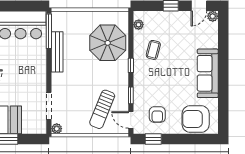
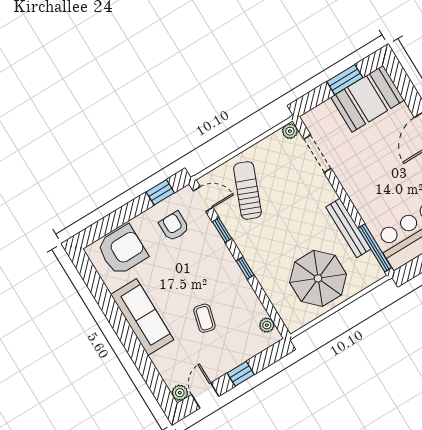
parasol: (108, 43) -> (318, 278), moved
coffee table: (153, 50) -> (204, 318), moved

